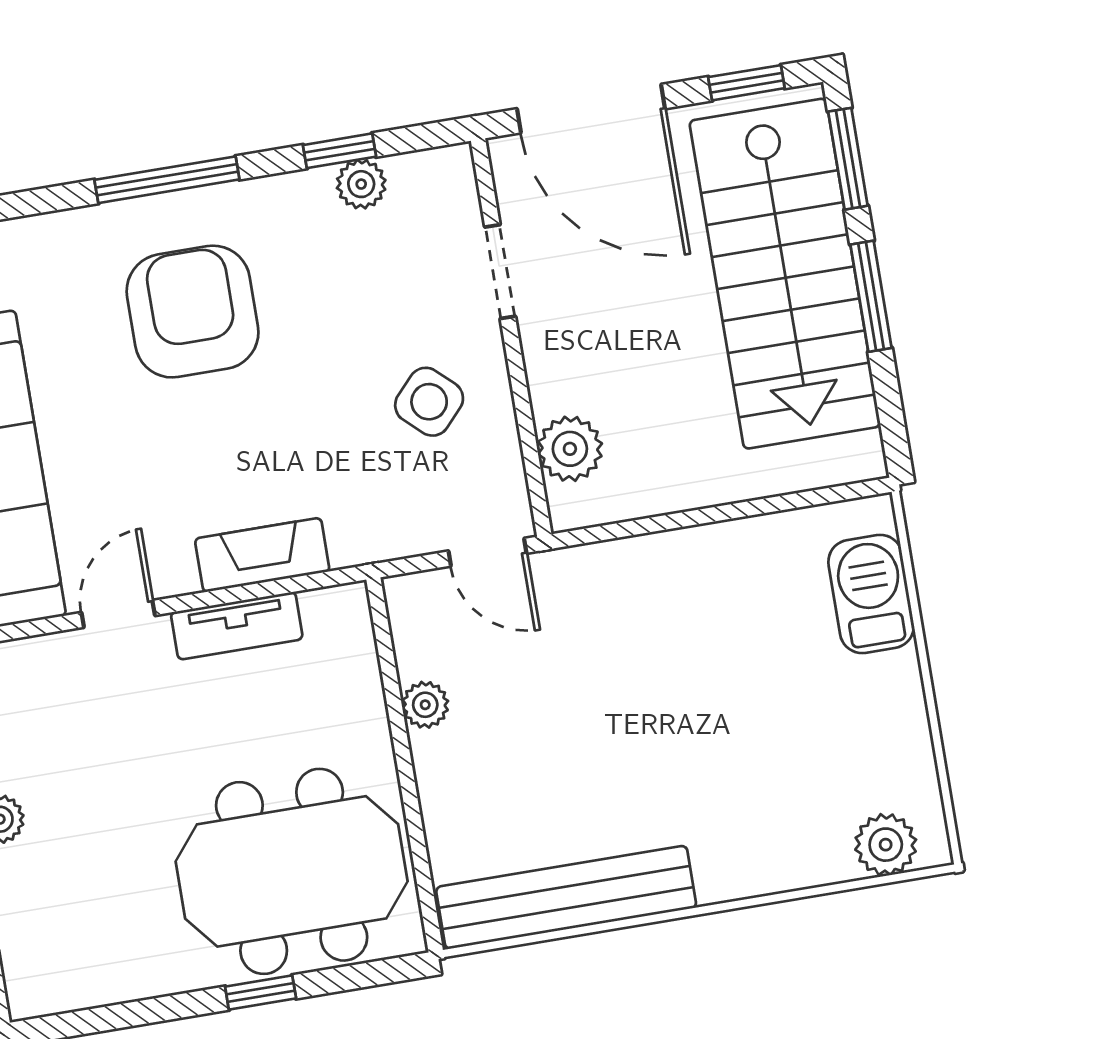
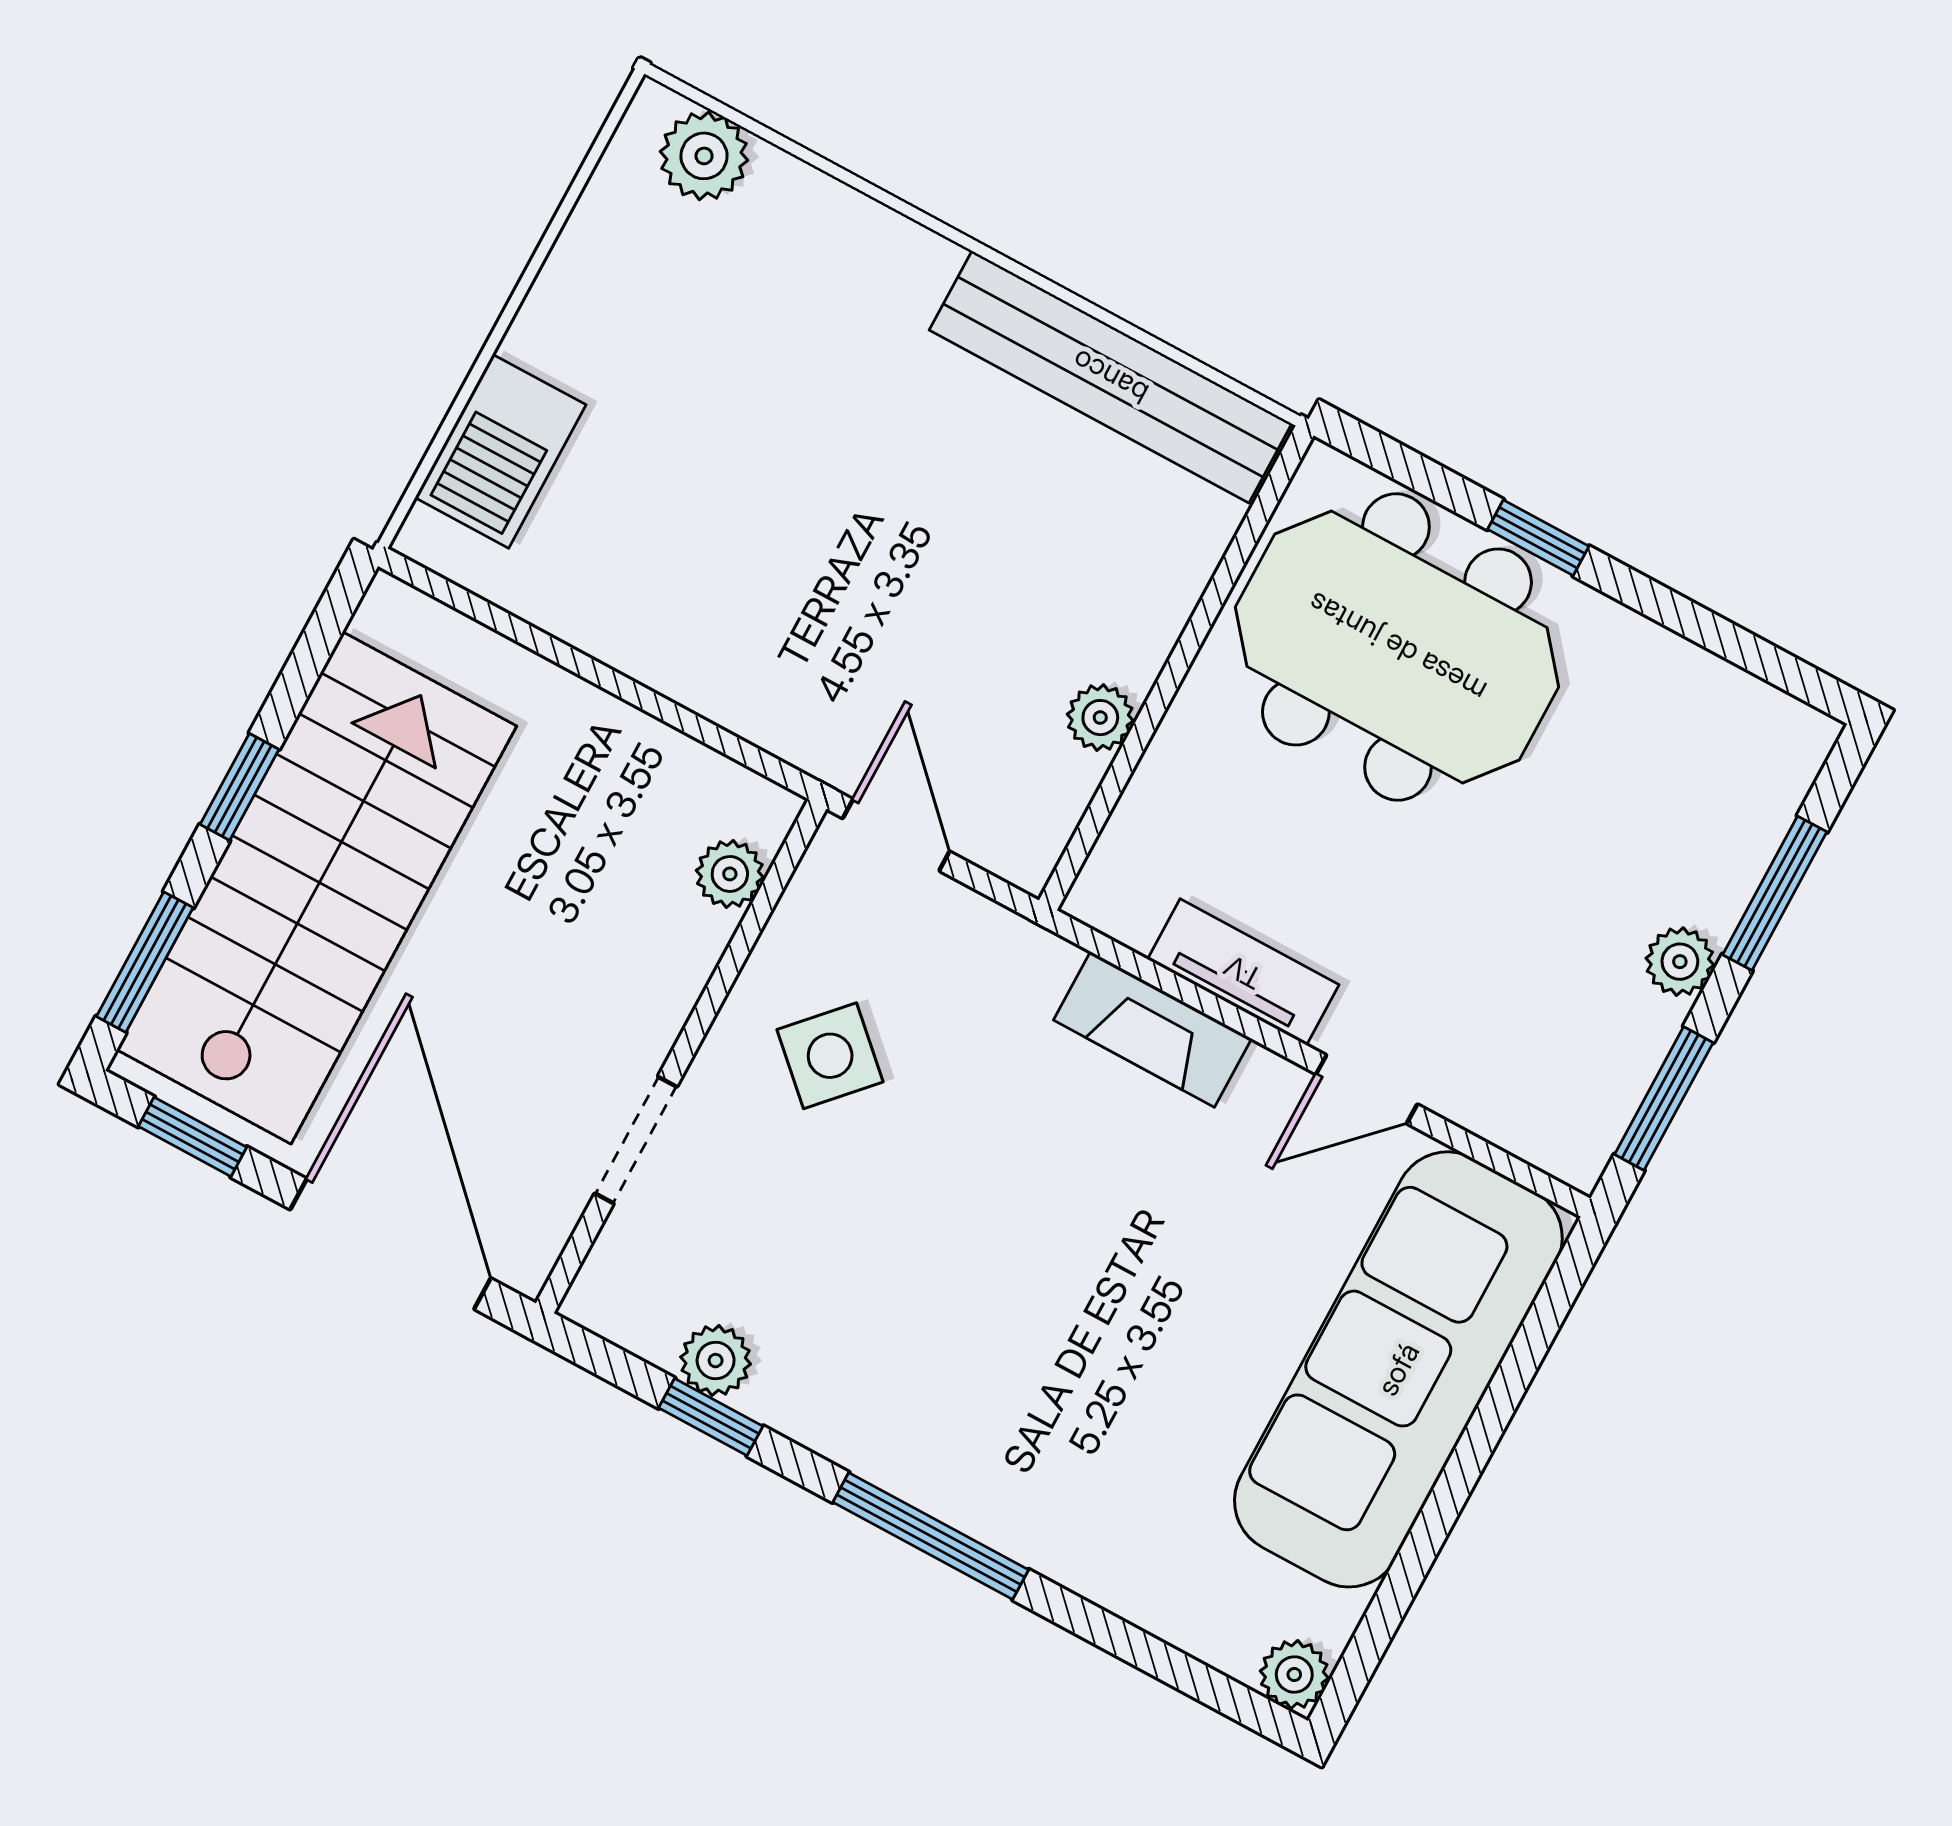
window: (871, 296) -> (239, 787), width x0.67
armchair: (193, 312) -> (1017, 1365), removed
plant: (570, 449) -> (730, 874), width x0.73, depth x0.73

